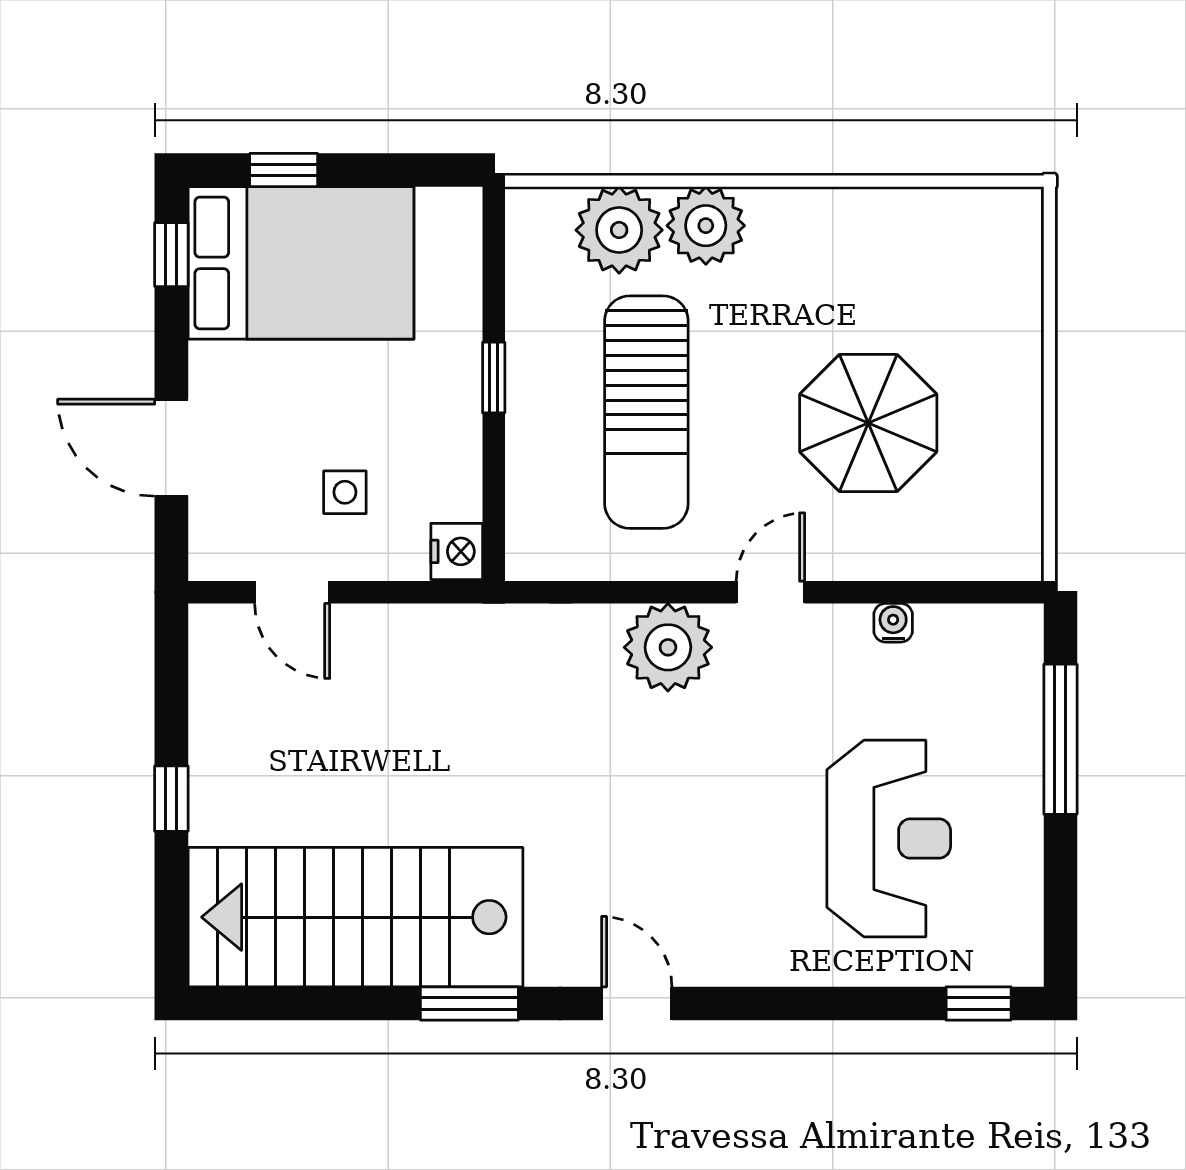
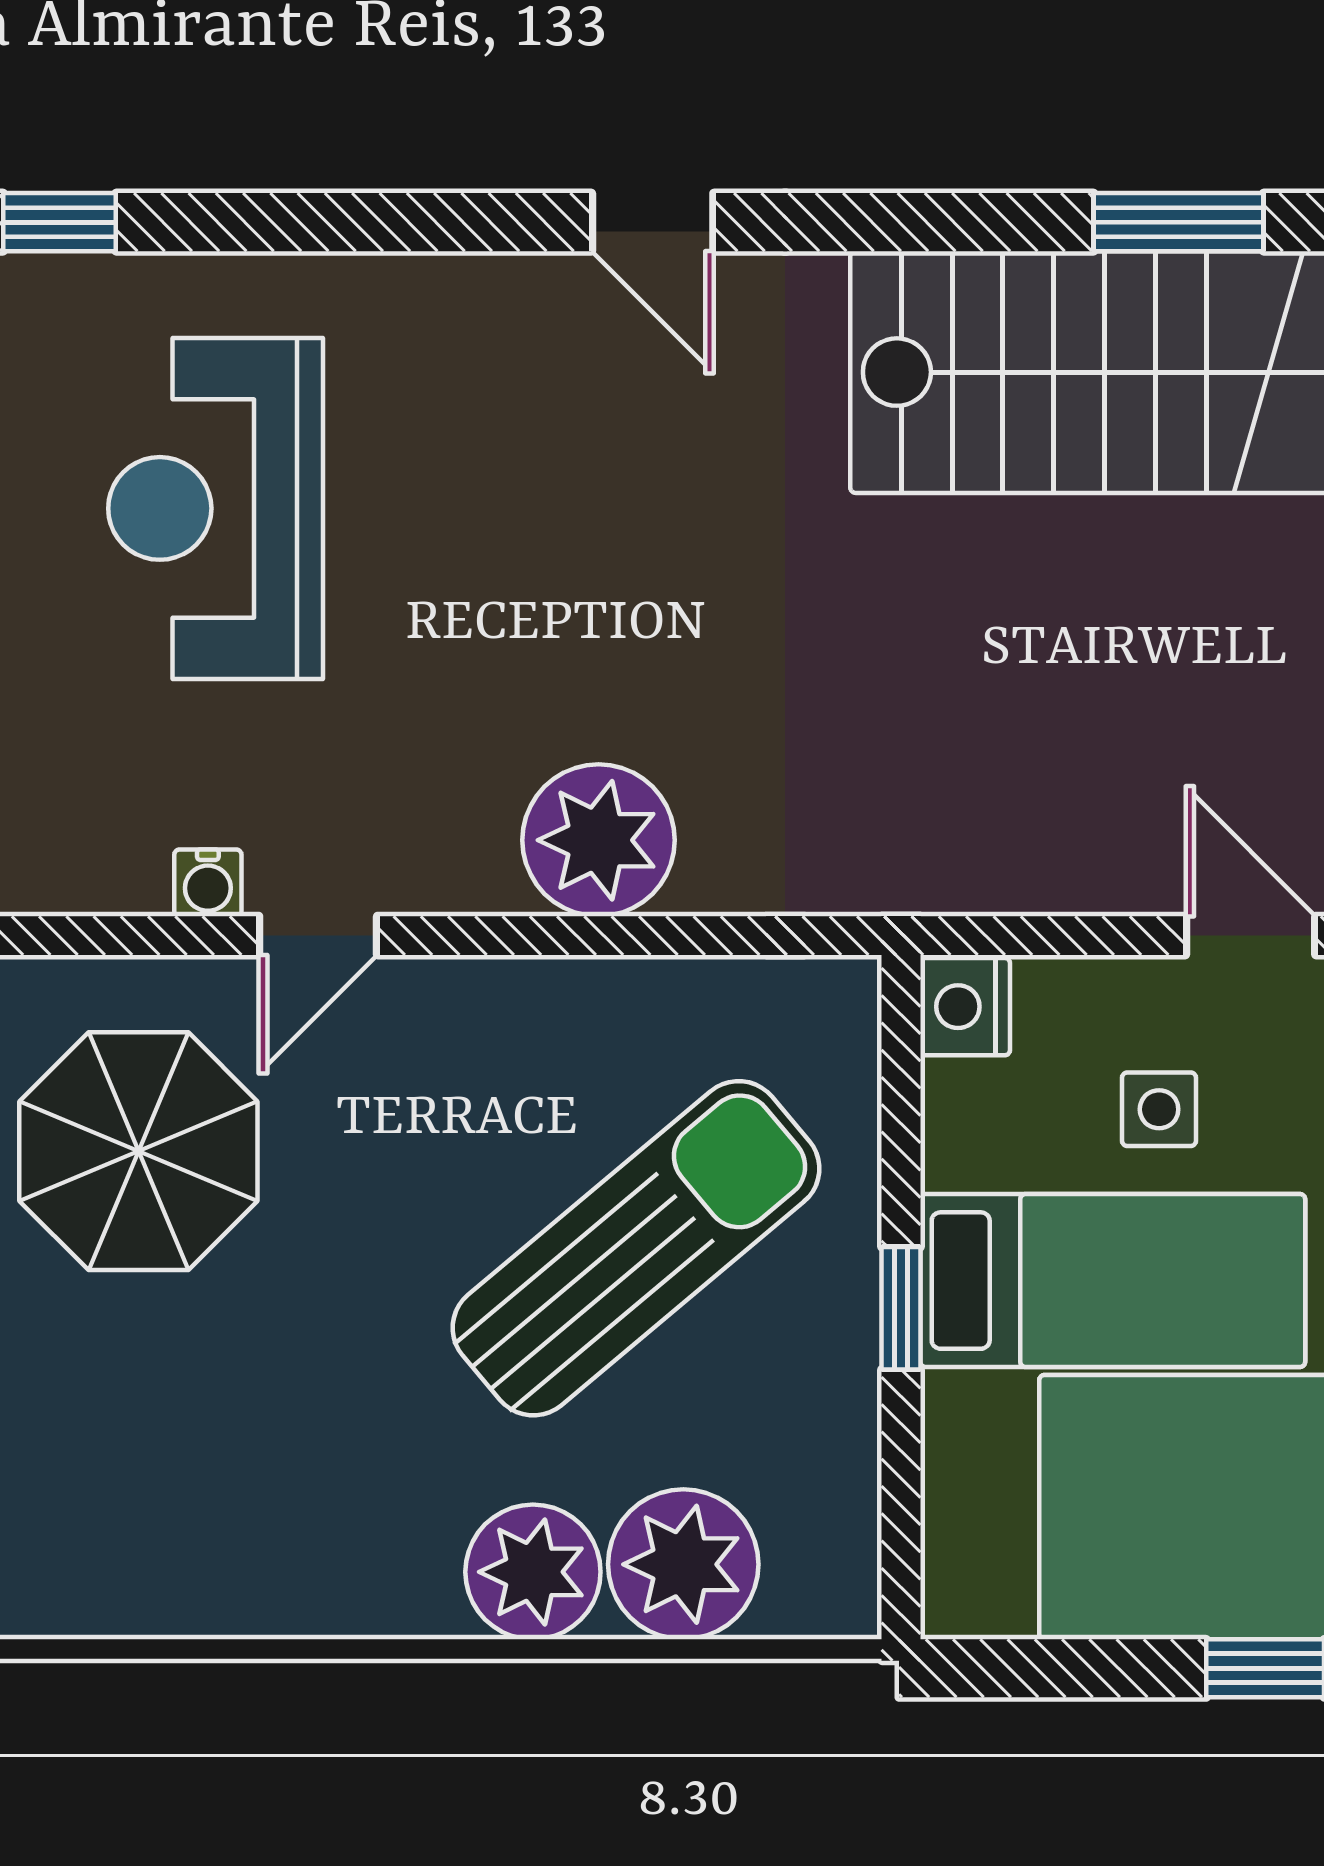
bed: (372, 394) -> (1113, 1281), added
sun lounger: (646, 412) -> (636, 1248), turned 50
parasol: (868, 423) -> (138, 1151), moved
door: (770, 592) -> (318, 936), moved
window: (469, 1004) -> (1179, 222), moved

